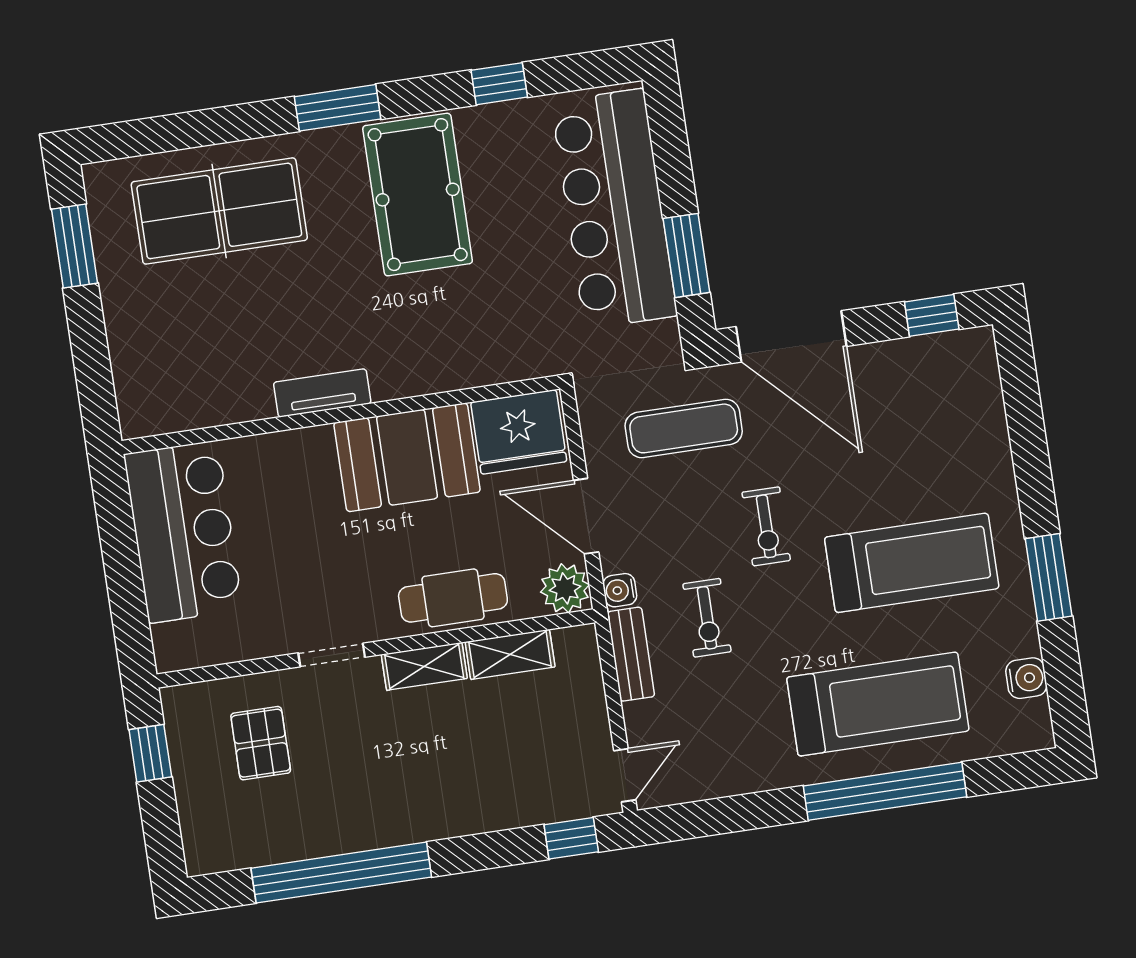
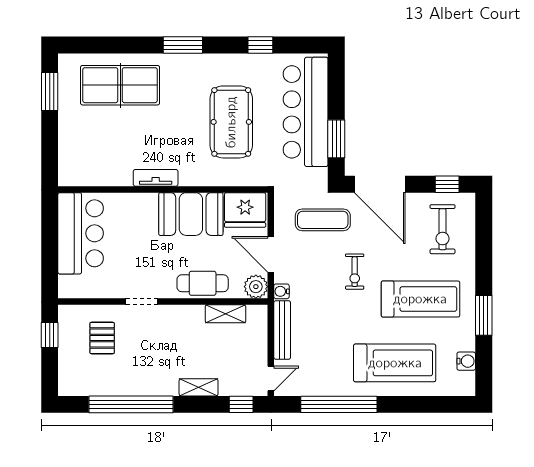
pool table: (418, 195) -> (231, 122), moved
exercise bike: (707, 618) -> (443, 229), moved, width x1.38, depth x1.39
bench: (631, 654) -> (282, 330), width x1.36
shelving: (424, 666) -> (199, 387), moved
window: (885, 791) -> (339, 404), moved

